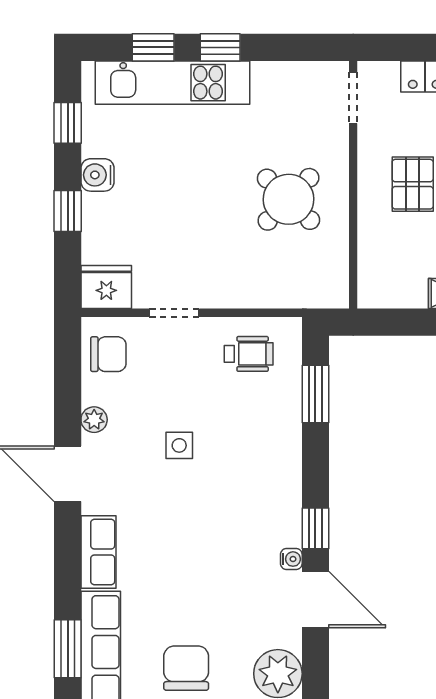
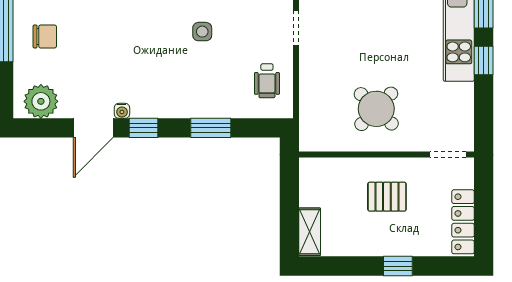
window: (315, 394) -> (211, 128), moved
chair: (186, 668) -> (45, 36), width x0.73, depth x0.73

